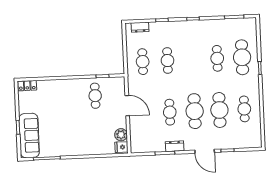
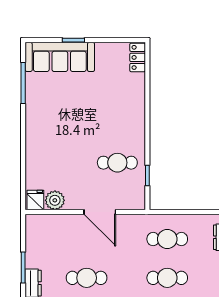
door: (127, 106) -> (100, 212), hinge flipped

